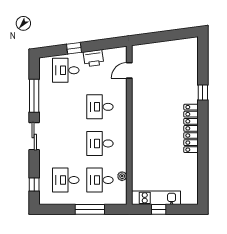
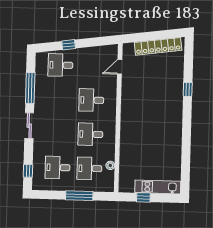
printer: (93, 58) -> (87, 55), removed
locker: (191, 128) -> (158, 46), moved, turned -98
kitchen unit: (156, 198) -> (158, 187), moved

